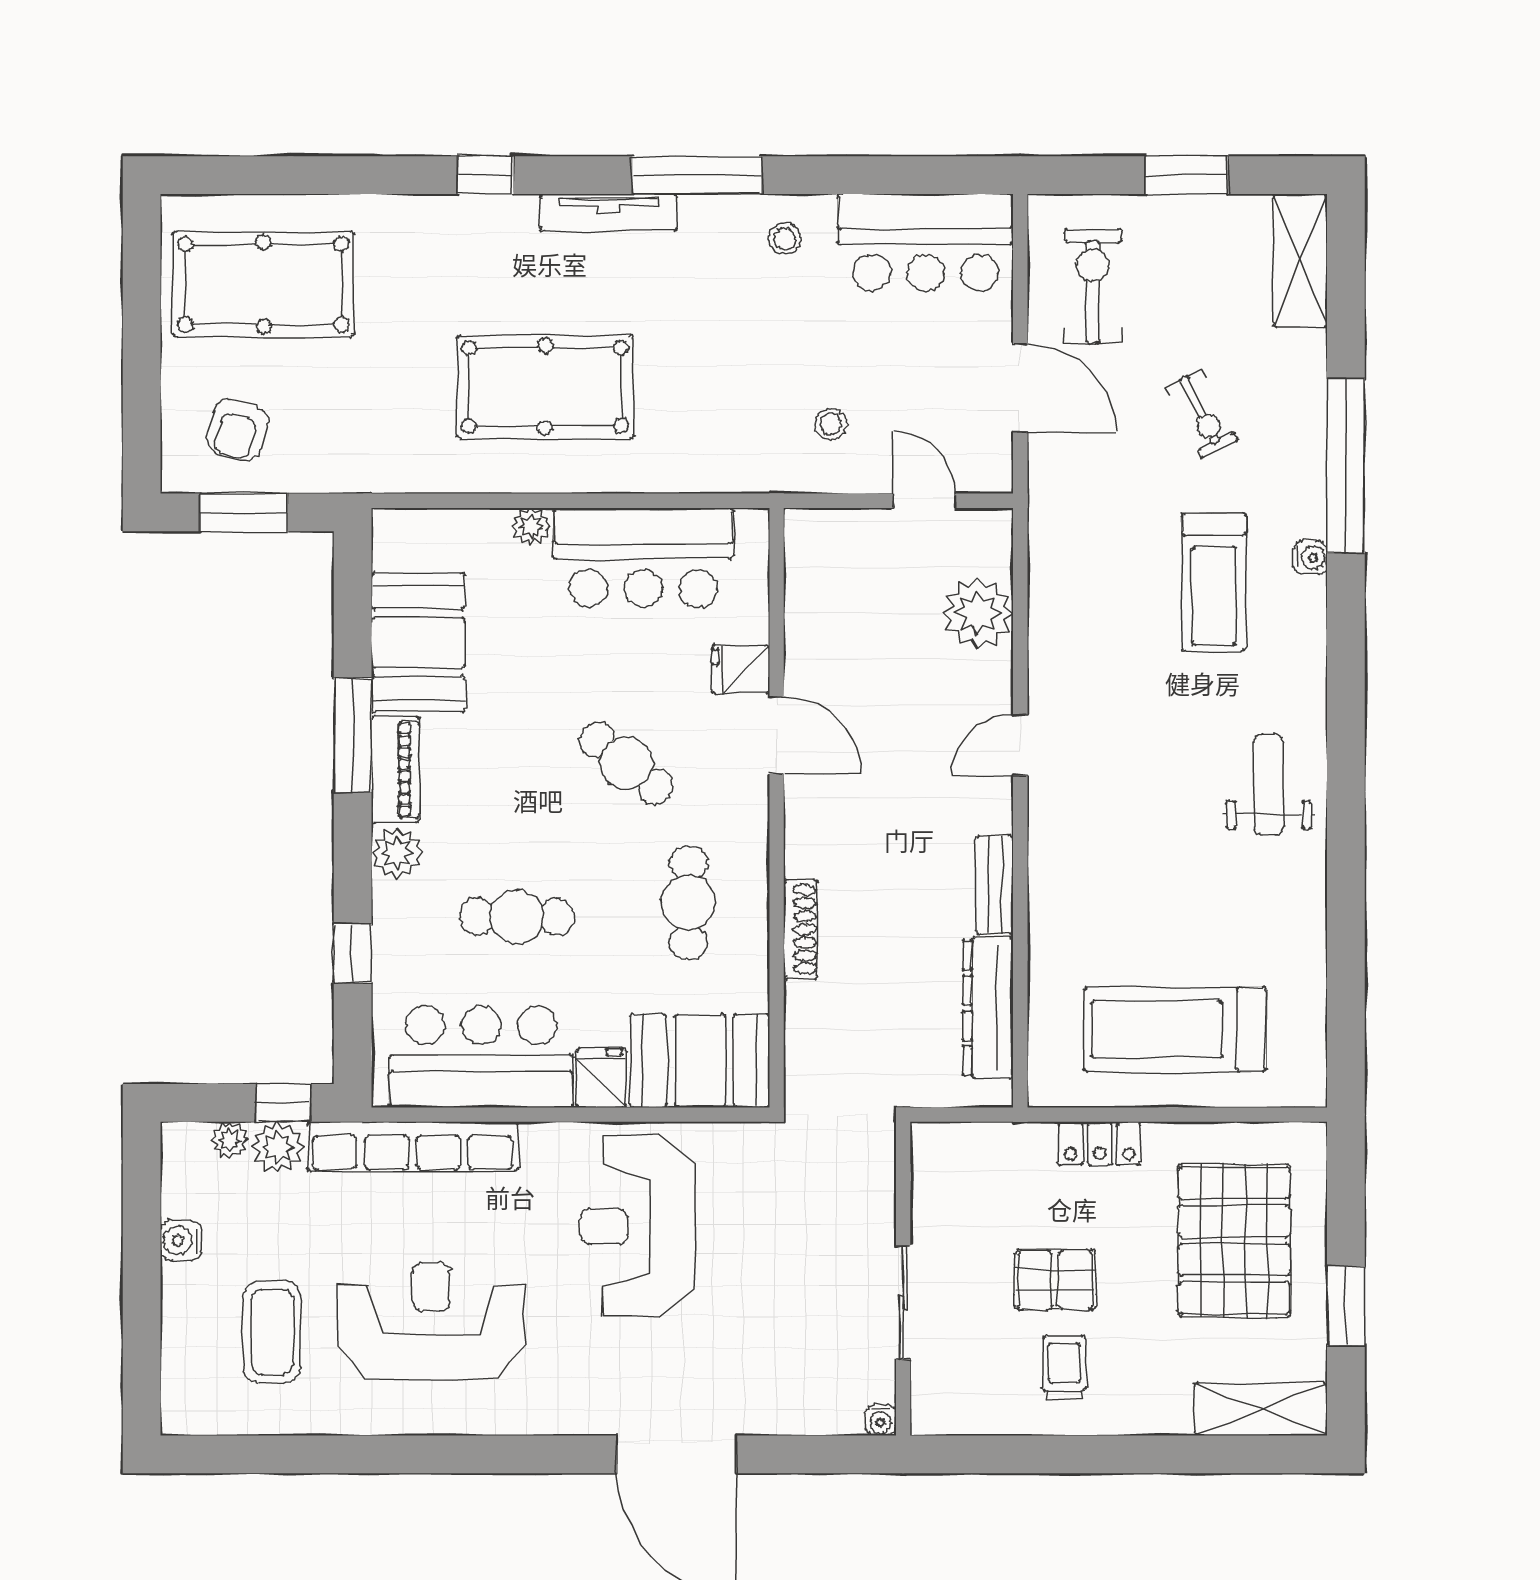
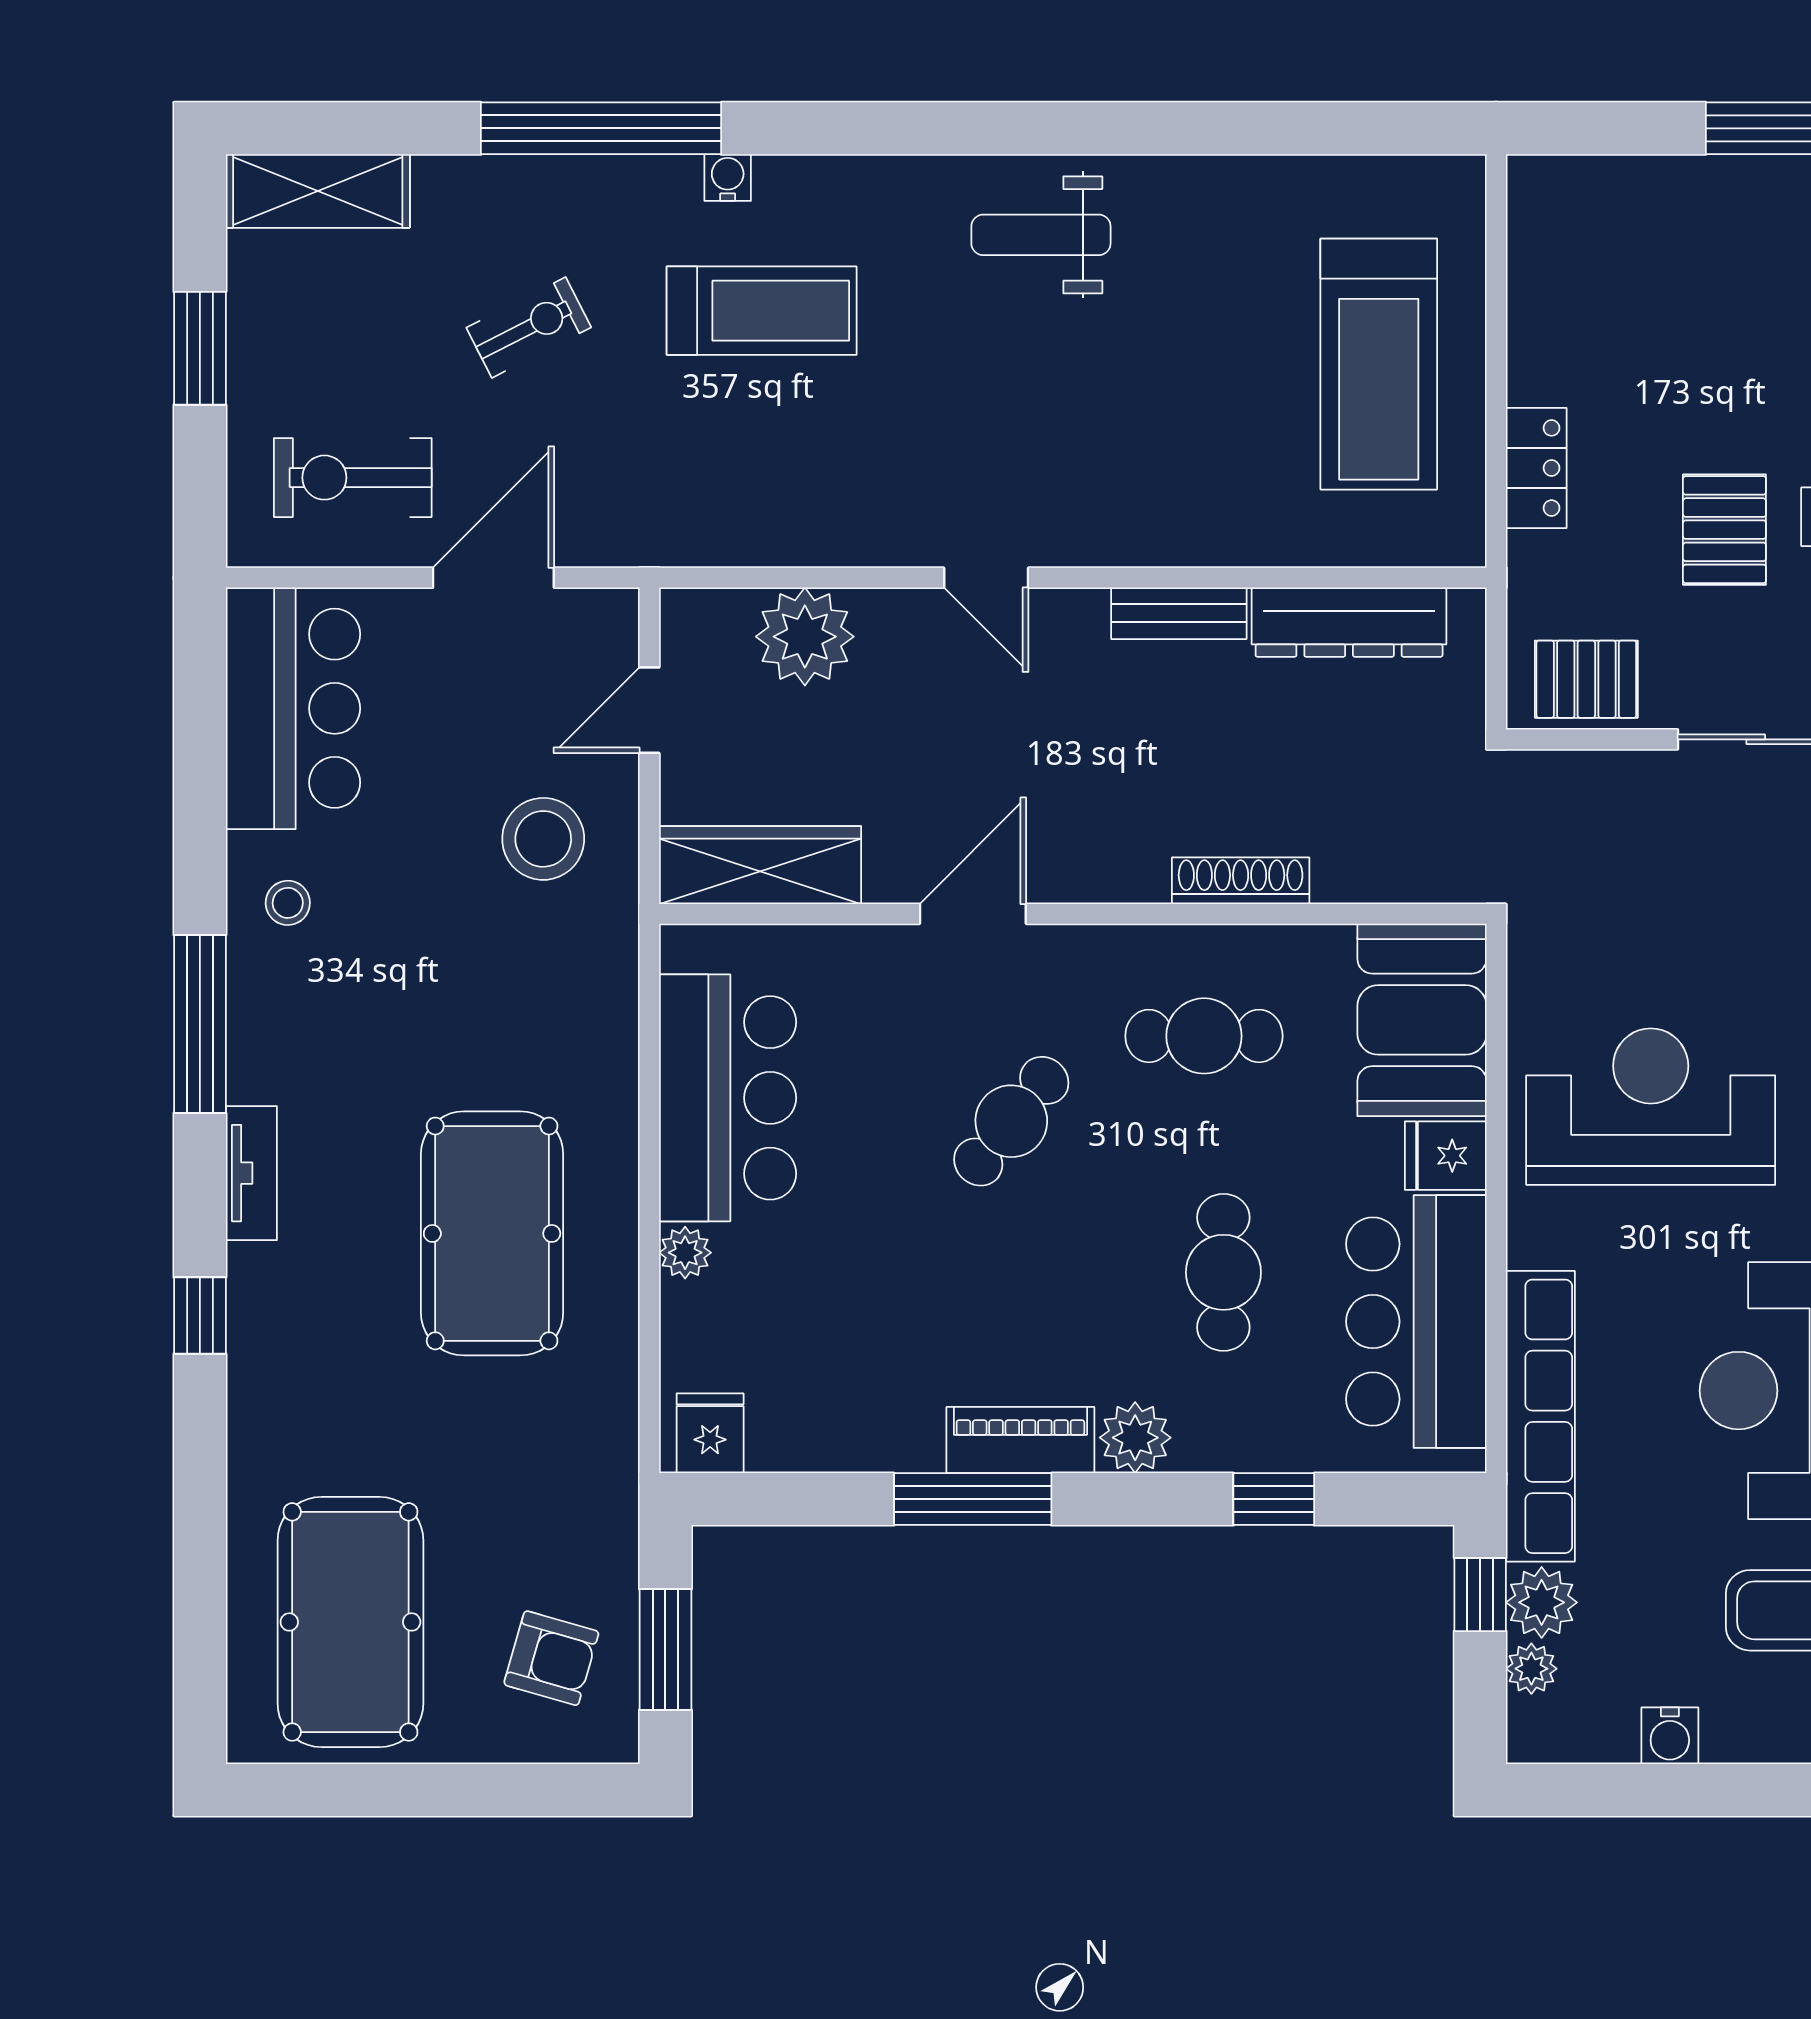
tv unit: (609, 212) -> (251, 1173), width x0.71
stool: (831, 424) -> (543, 839), width x1.89, depth x1.89
wardrobe: (812, 581) -> (760, 865), added
booth: (418, 643) -> (845, 1409), removed
fridge: (741, 669) -> (710, 1433), moved, turned 180
reception desk: (637, 1226) -> (1651, 1107), turned 180
pallet: (1234, 1241) -> (1586, 679), moved, width x0.49, depth x0.50

